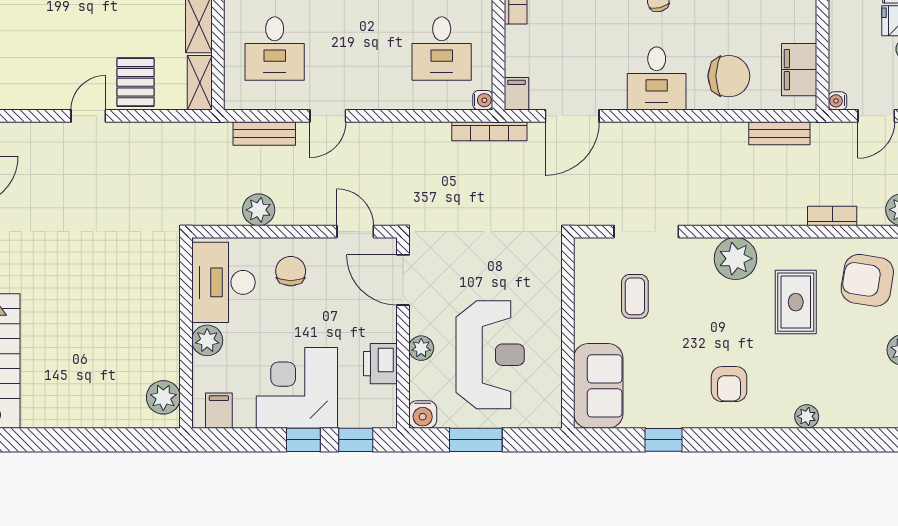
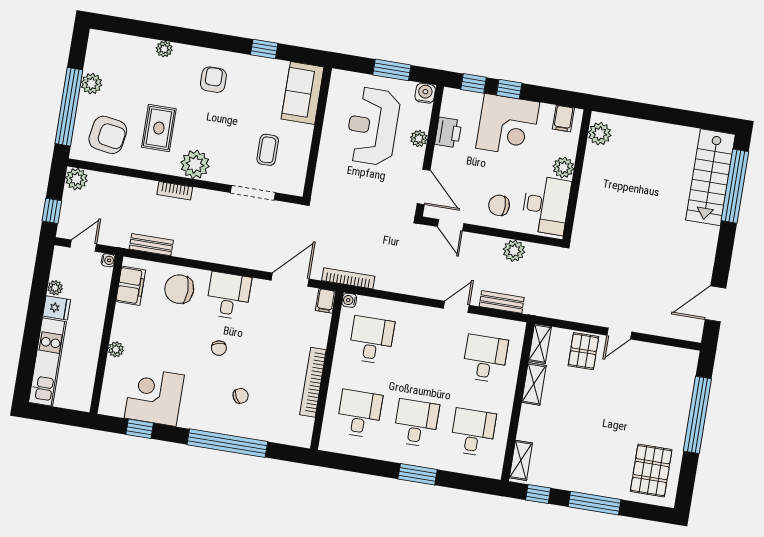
bookcase: (832, 216) -> (175, 191), moved
chair: (291, 271) -> (499, 205), turned 90

